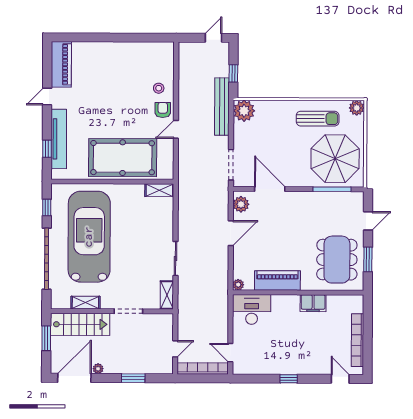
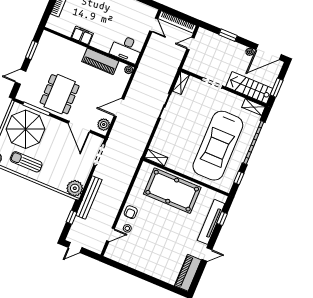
door: (176, 129) -> (111, 235), moved
dining table: (337, 260) -> (60, 94), moved
shelving: (85, 303) -> (254, 107), moved

